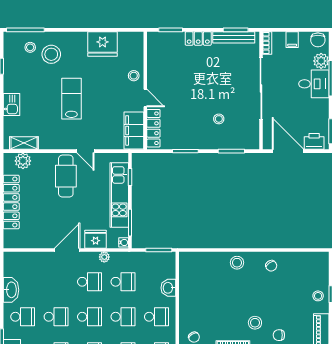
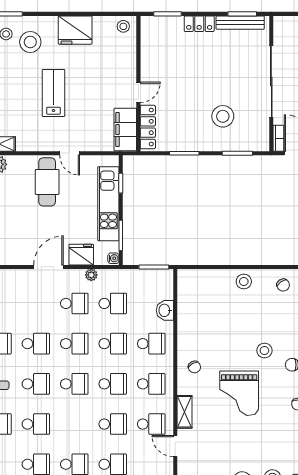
bookcase: (267, 43) -> (278, 138), moved
fridge: (102, 44) -> (75, 30), moved
stool: (134, 76) -> (123, 26), moved
door: (145, 98) -> (138, 92), hinge flipped
stool: (219, 119) -> (223, 116), width x1.89, depth x1.89

